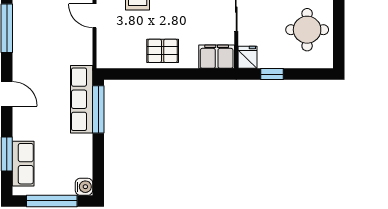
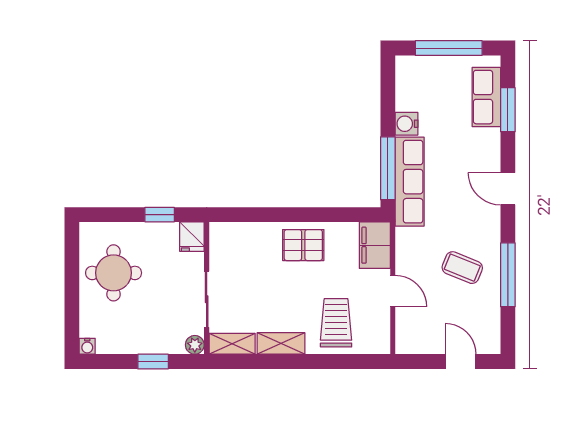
coffee table: (42, 34) -> (462, 268), added
filing cabinet: (217, 57) -> (375, 245), moved, turned 90
water cooler: (84, 187) -> (407, 124), moved

